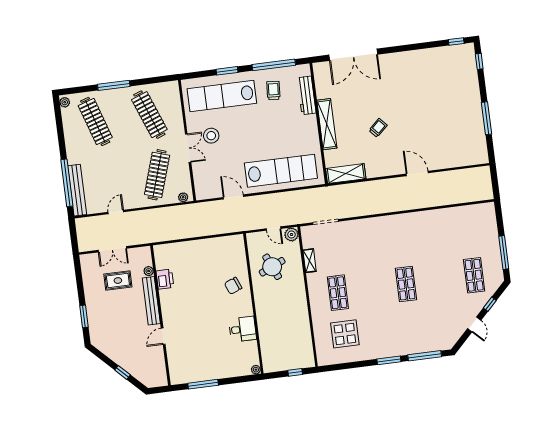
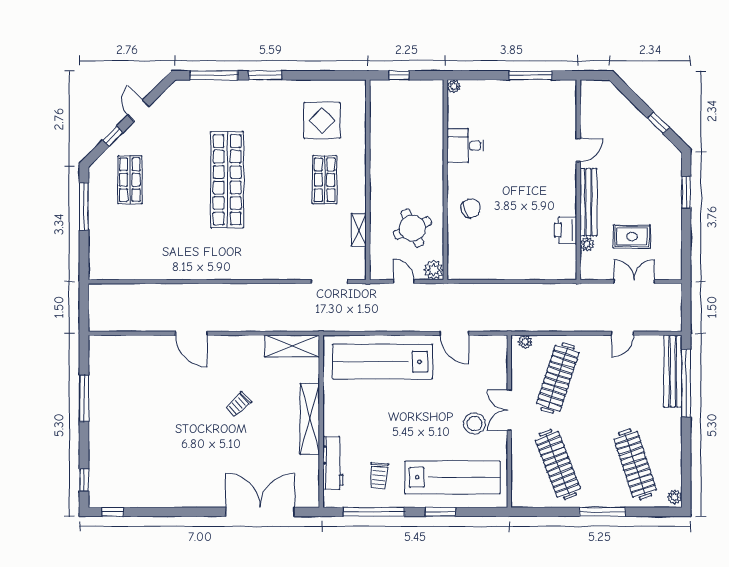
plant: (291, 234) -> (434, 270), moved
shop shelf: (406, 284) -> (227, 180), width x2.00, depth x1.36
window: (122, 372) -> (658, 123), moved

